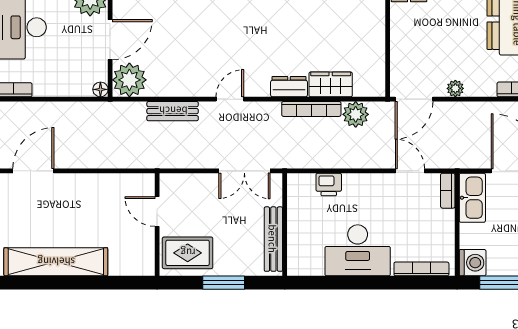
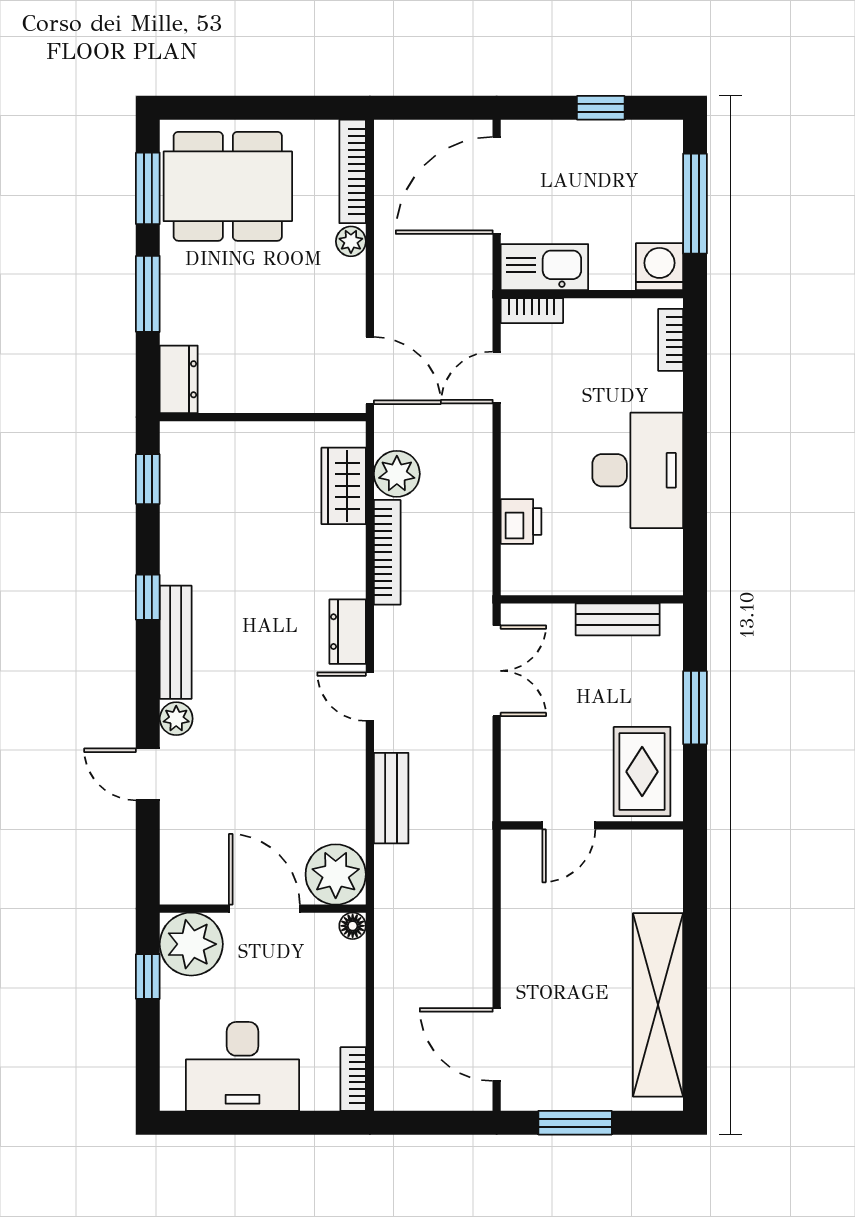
wardrobe: (331, 84) -> (344, 486), moved
dresser: (289, 87) -> (348, 632), moved
plant: (455, 88) -> (351, 241), moved
bench: (273, 239) -> (618, 619), width x0.73
bookcase: (421, 269) -> (671, 340), width x0.64

